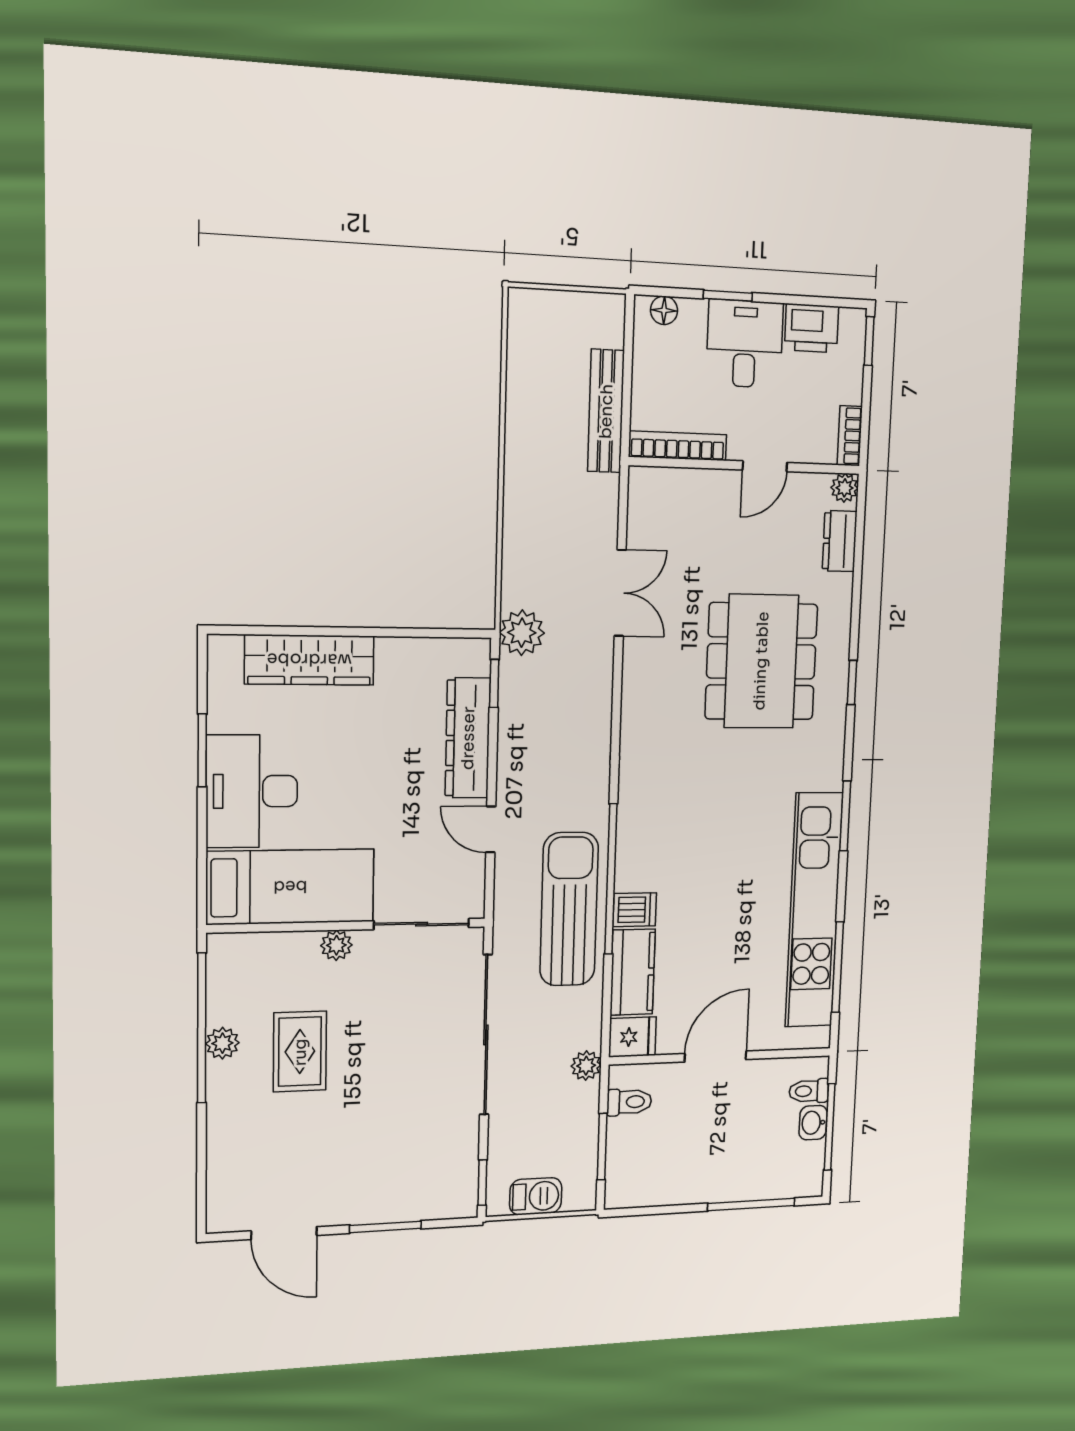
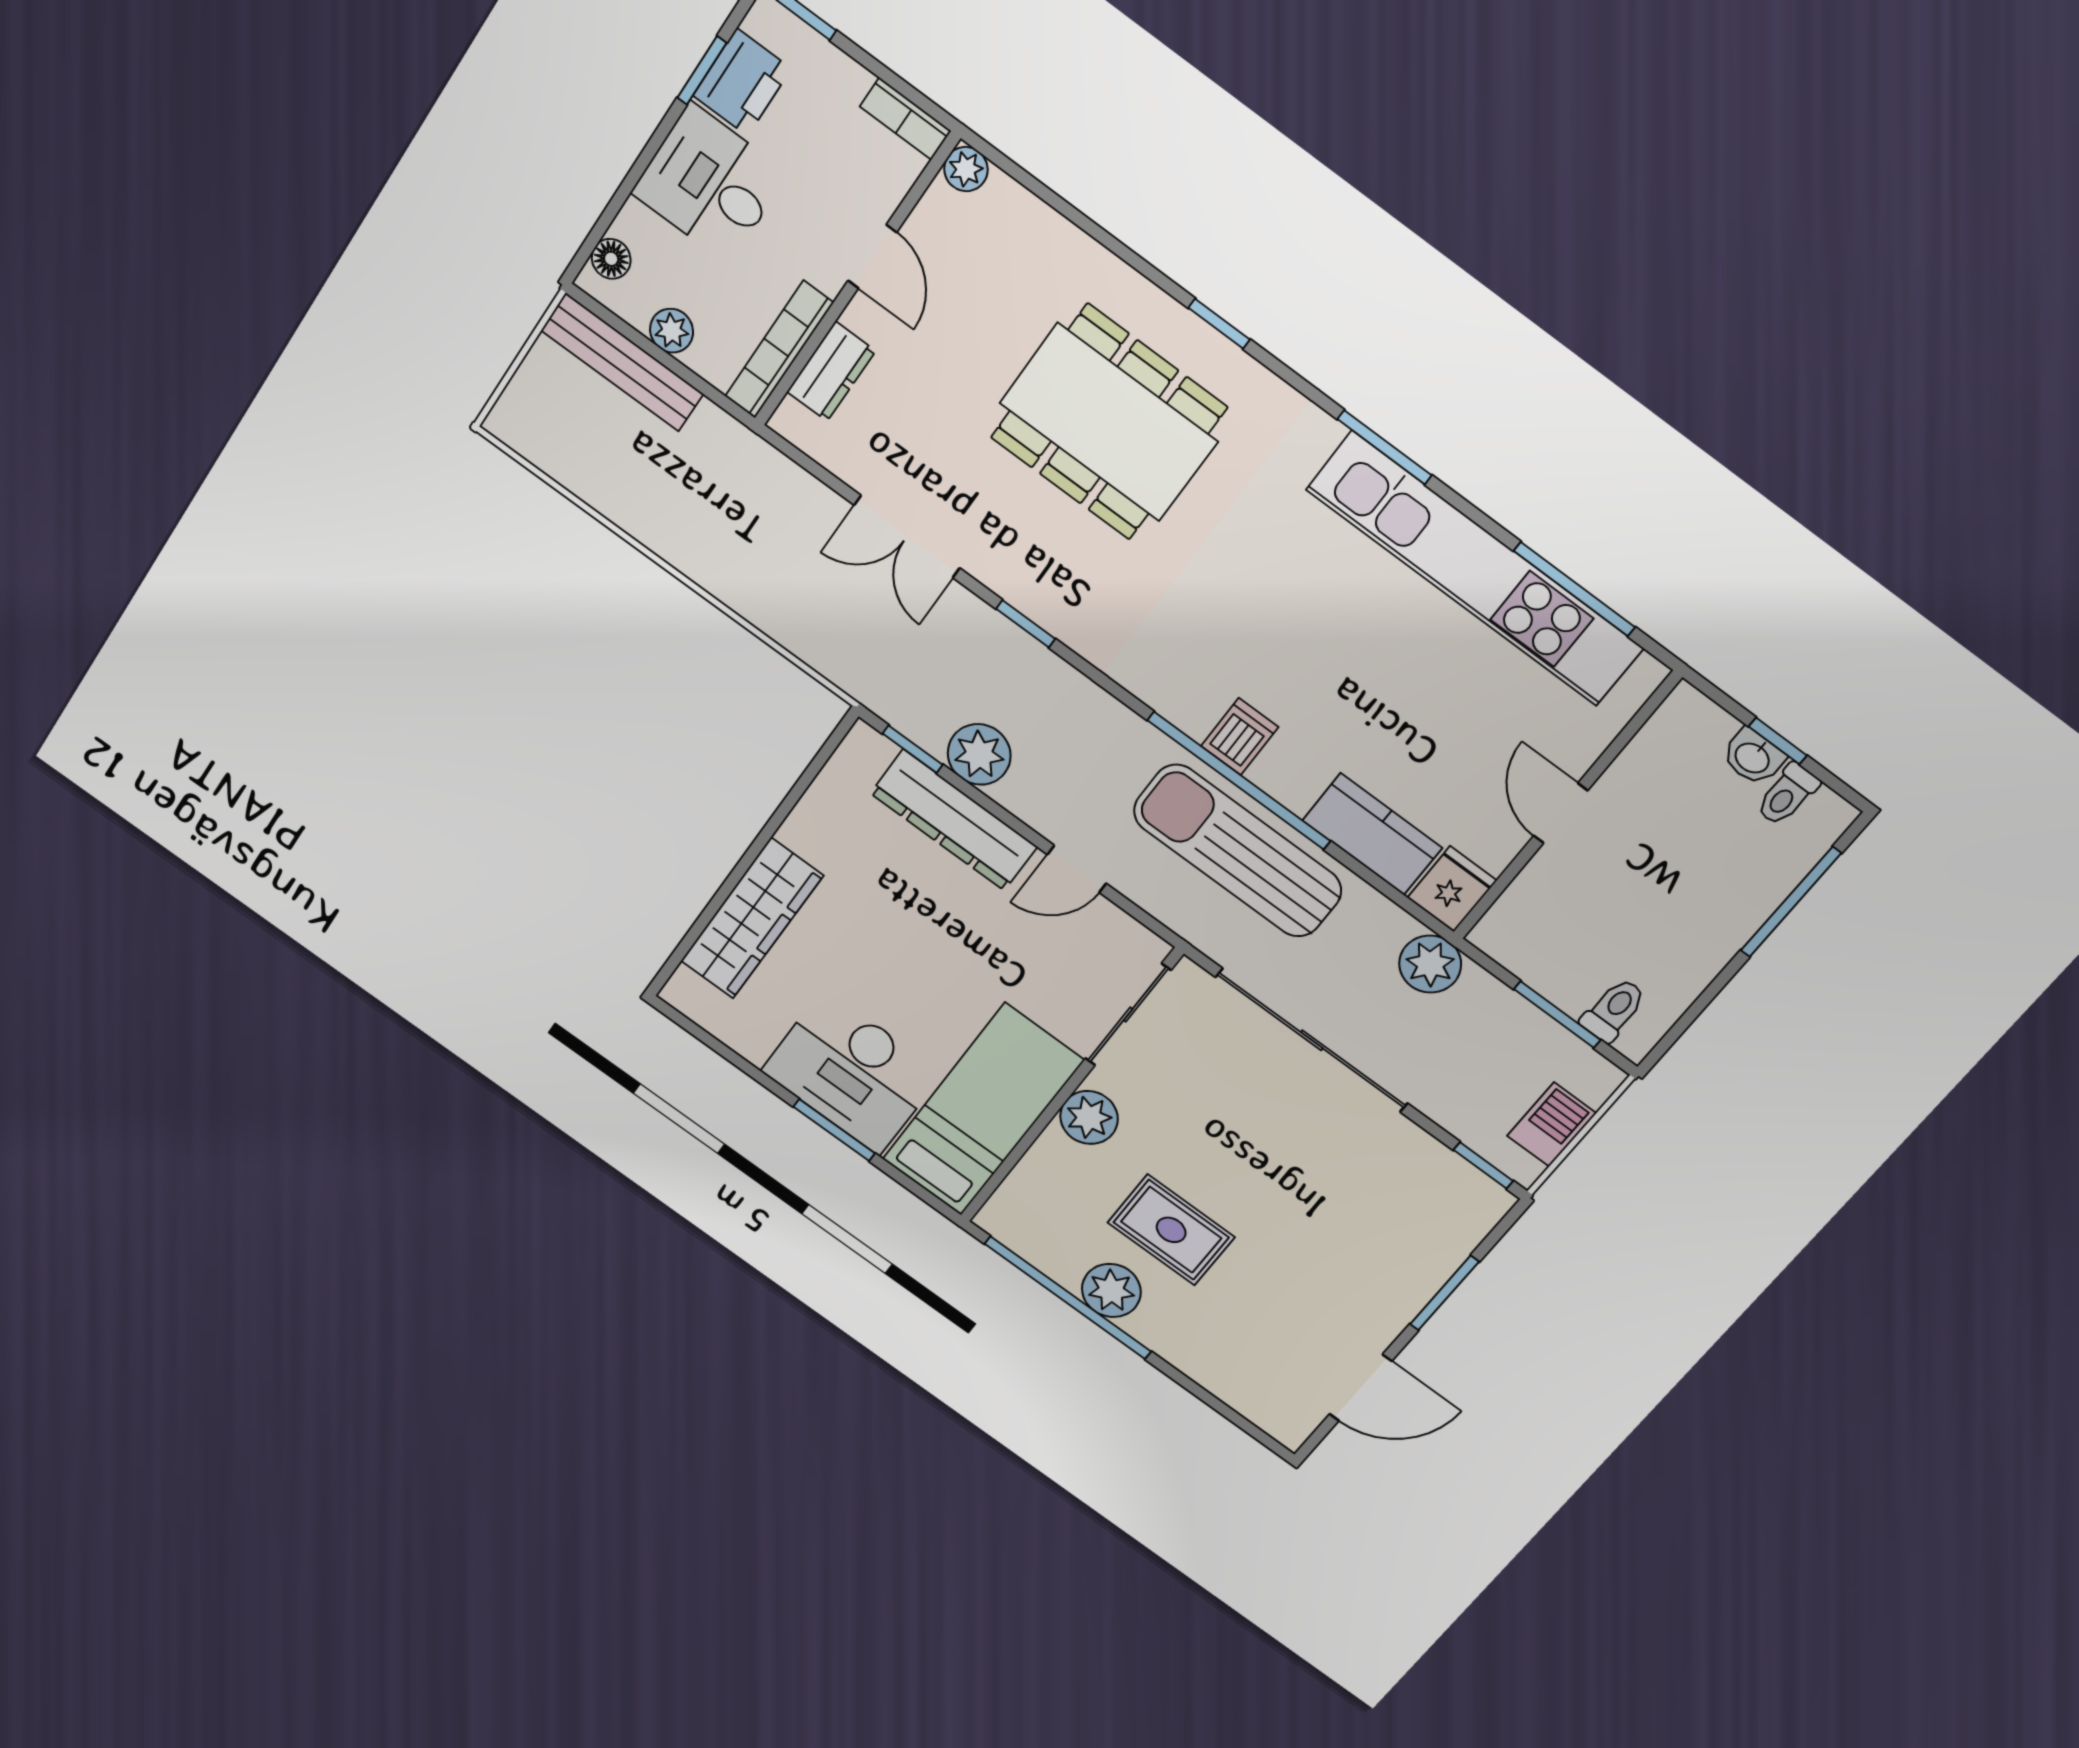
window: (728, 296) -> (702, 70), moved
plant: (646, 374) -> (672, 331), added
bench: (606, 411) -> (622, 362), moved
dresser: (840, 541) -> (831, 371), moved, turned -90
double door: (620, 593) -> (907, 537), swing flipped
plant: (522, 633) -> (979, 754), moved
window: (617, 696) -> (1026, 624), added
window: (202, 750) -> (834, 1130), moved
dishwasher: (635, 910) -> (1240, 737), moved
plant: (336, 945) -> (1089, 1117), width x1.38, depth x1.38
plant: (222, 1043) -> (1111, 1290), width x1.38, depth x1.38
door: (715, 1057) -> (1561, 813), width x0.73
plant: (586, 1066) -> (1430, 964), width x1.38, depth x1.38
toilet: (809, 1091) -> (1787, 794), moved
toilet: (629, 1102) -> (1614, 1010), moved
window: (830, 1127) -> (1778, 741), width x0.46

